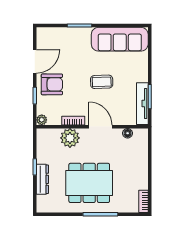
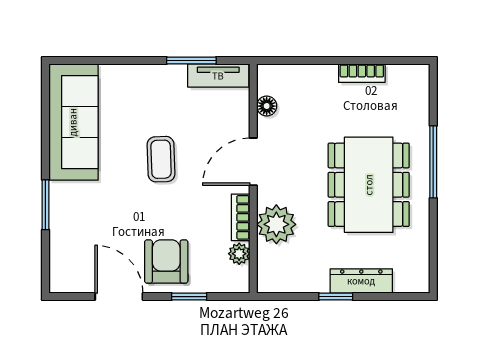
tv unit: (142, 104) -> (218, 76), width x0.71
plant: (42, 120) -> (239, 254), moved
bookcase: (144, 201) -> (362, 73), moved

